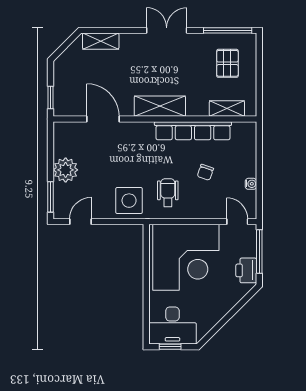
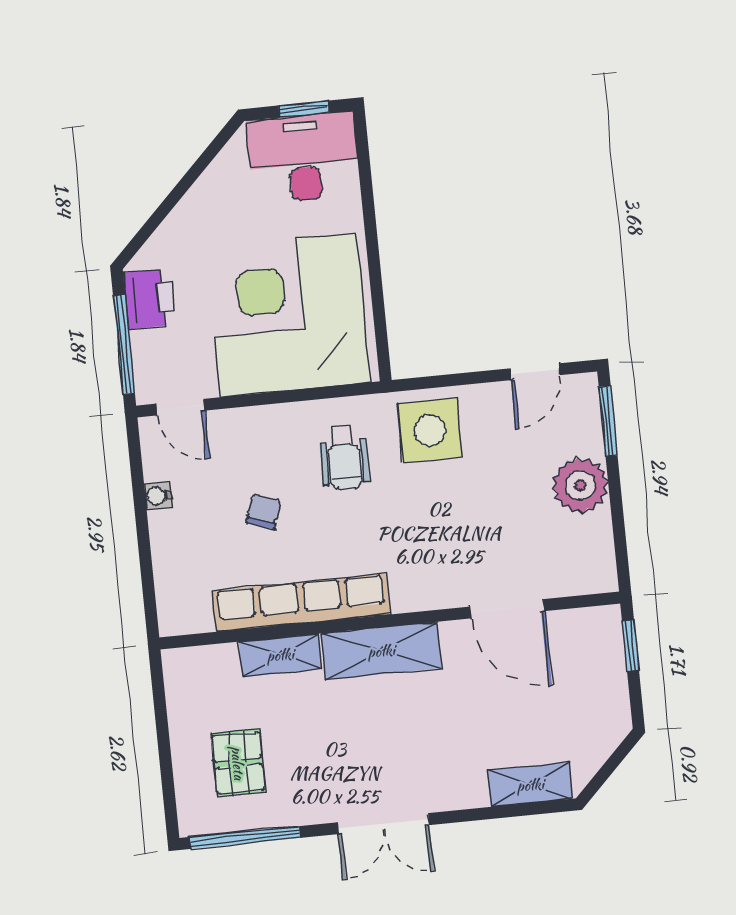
shelving: (227, 109) -> (280, 655), moved

